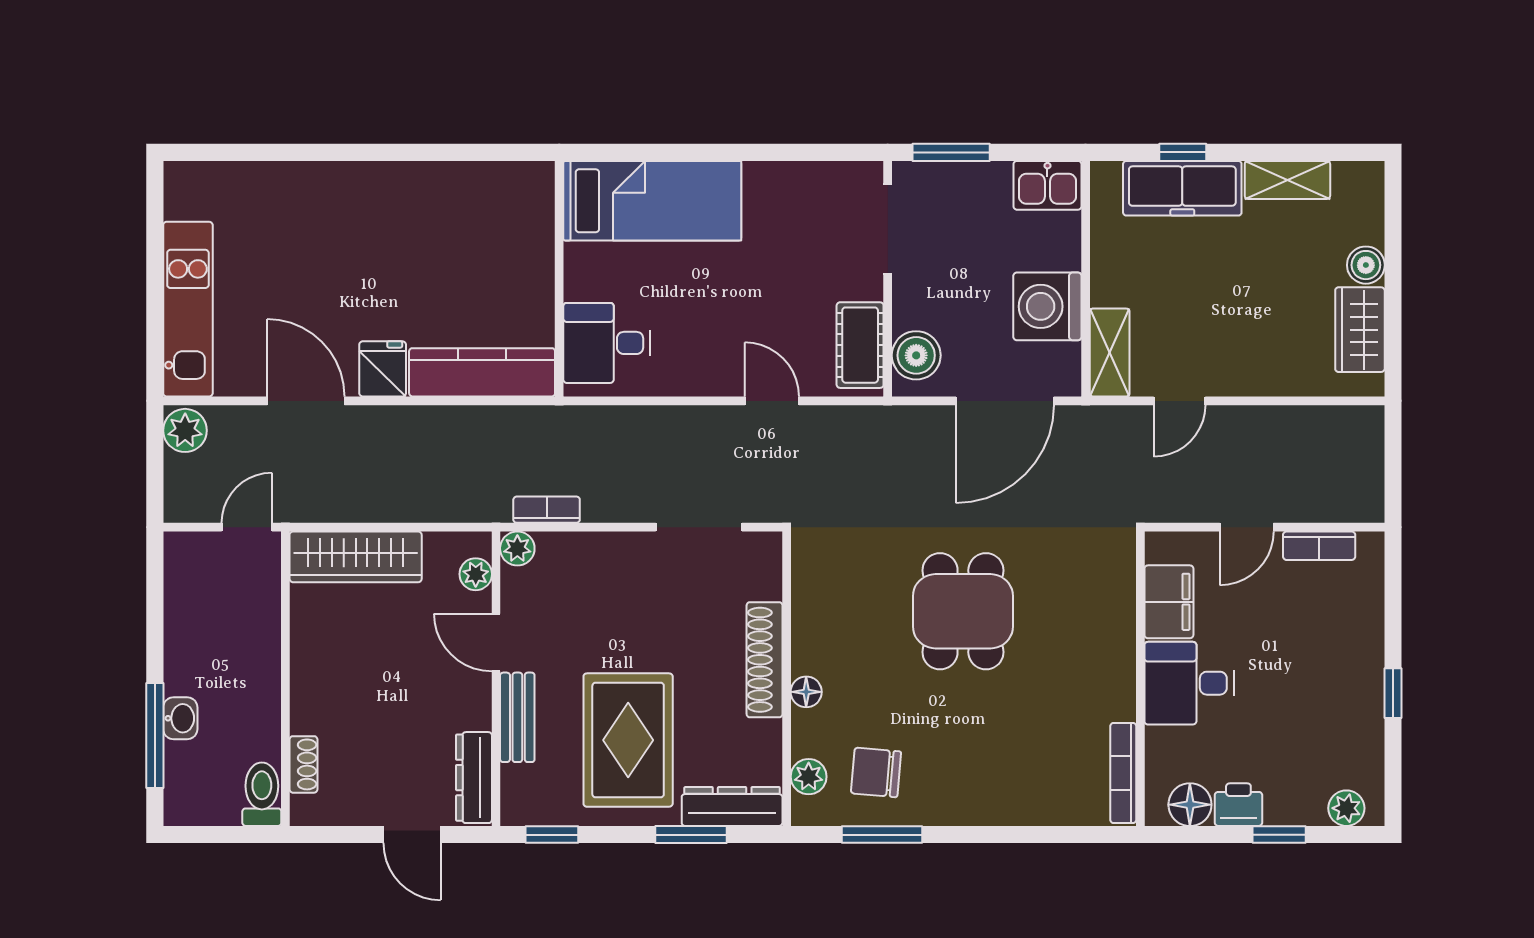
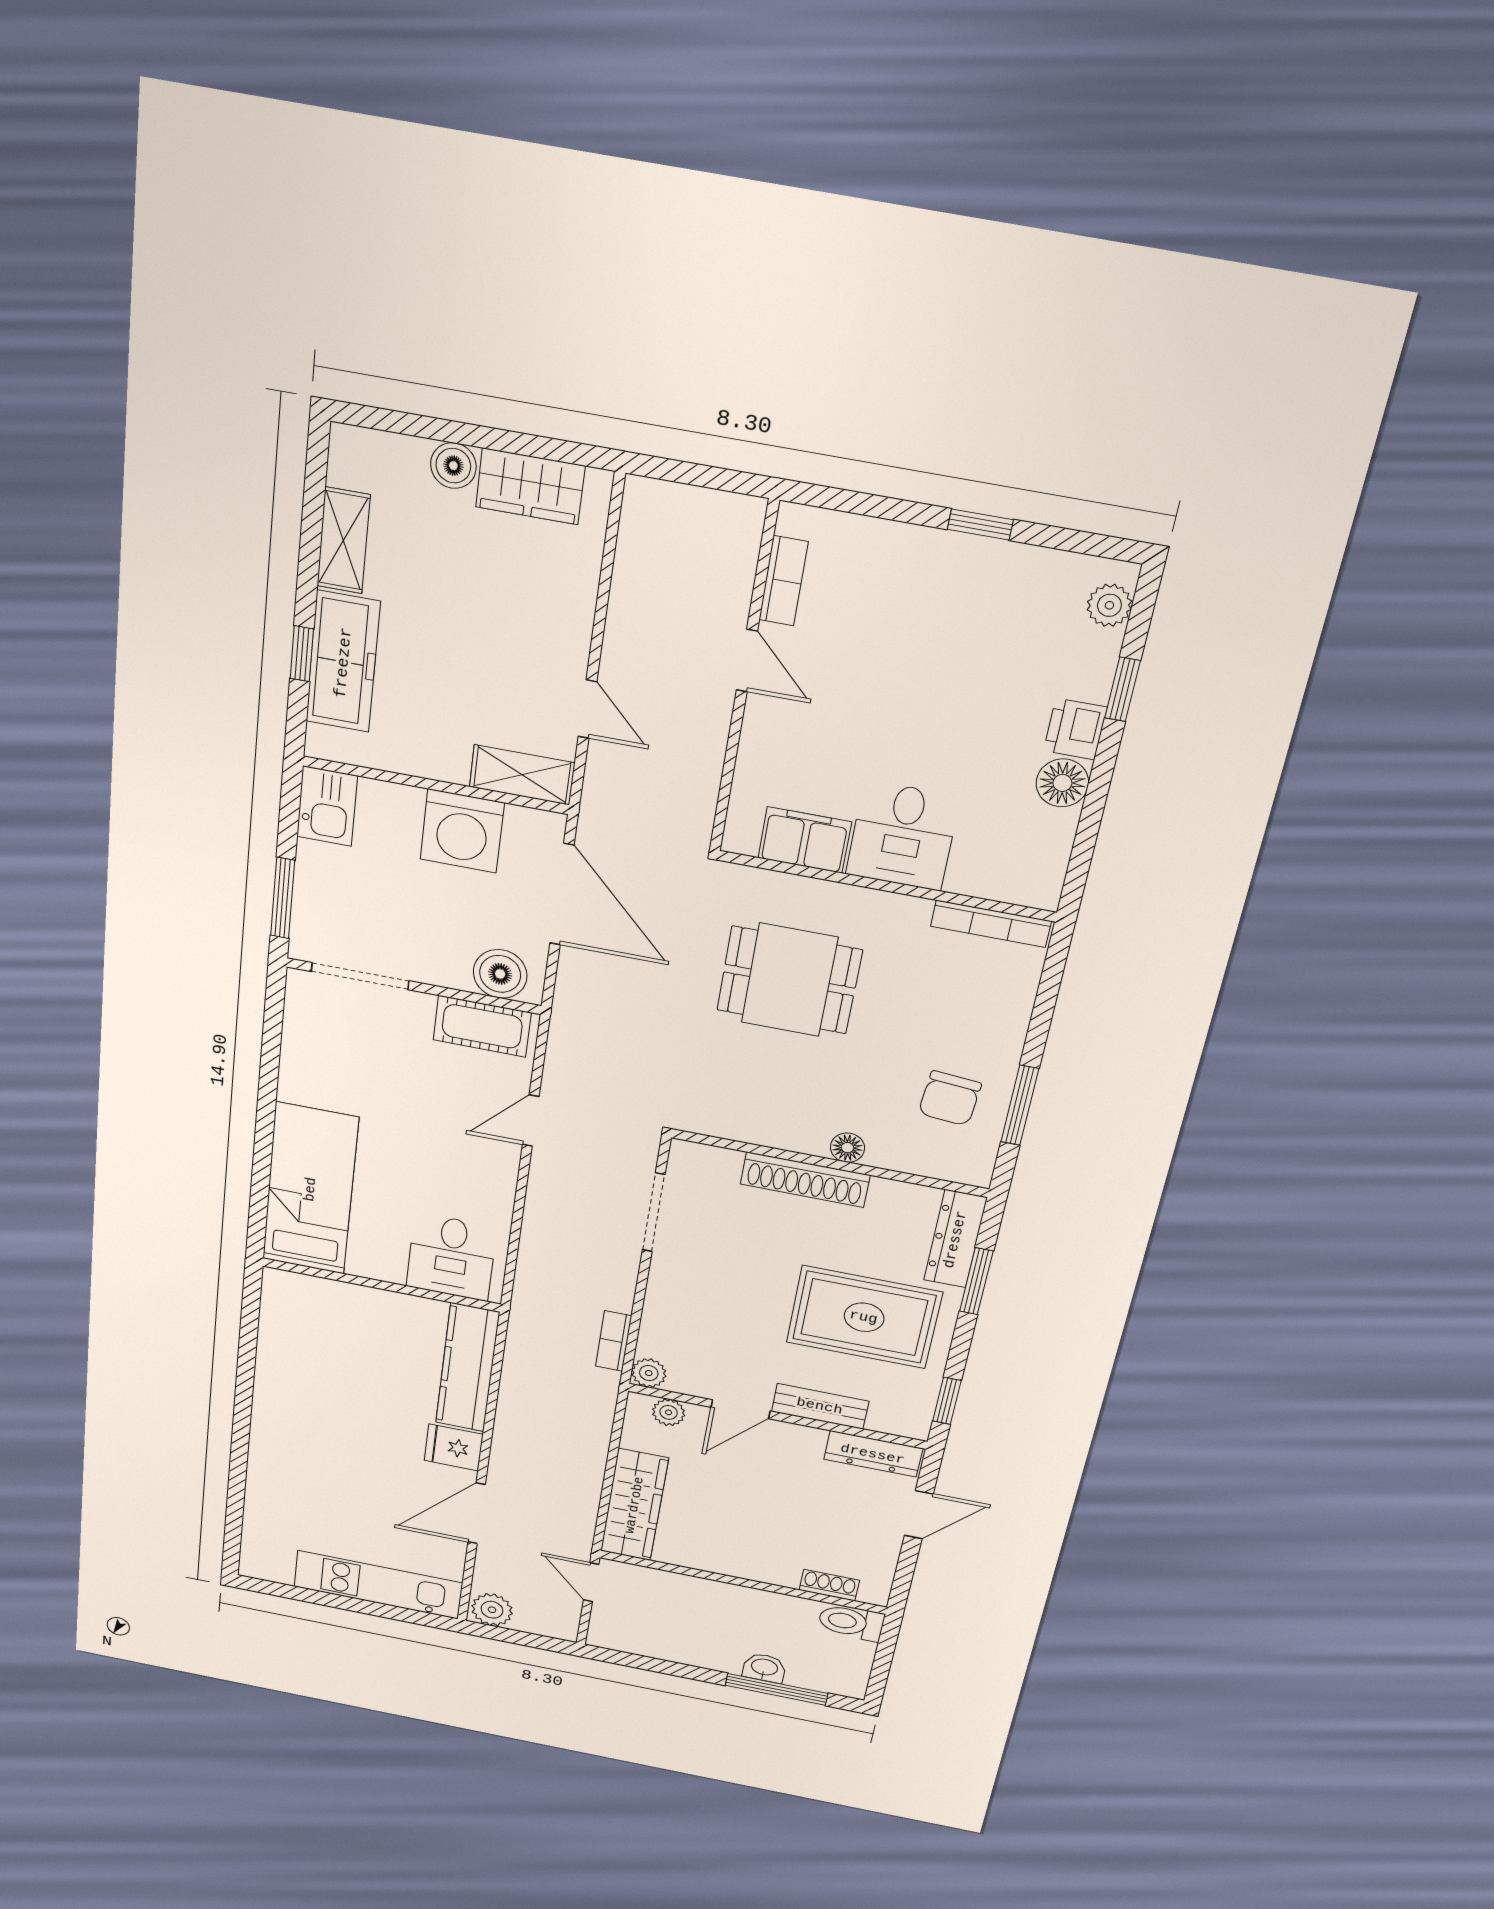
filing cabinet: (1169, 602) -> (805, 840), moved
wall: (1140, 679) -> (887, 886), moved
desk: (1189, 683) -> (903, 836), moved
bookcase: (1123, 773) -> (991, 924), moved
plant: (809, 777) -> (940, 1163), removed

